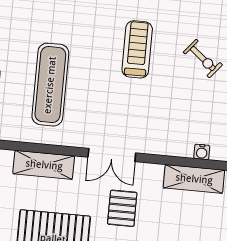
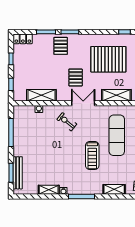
treadmill: (137, 49) -> (92, 155), moved
exercise bike: (203, 59) -> (67, 122), moved

